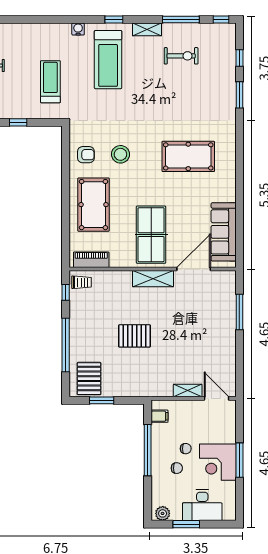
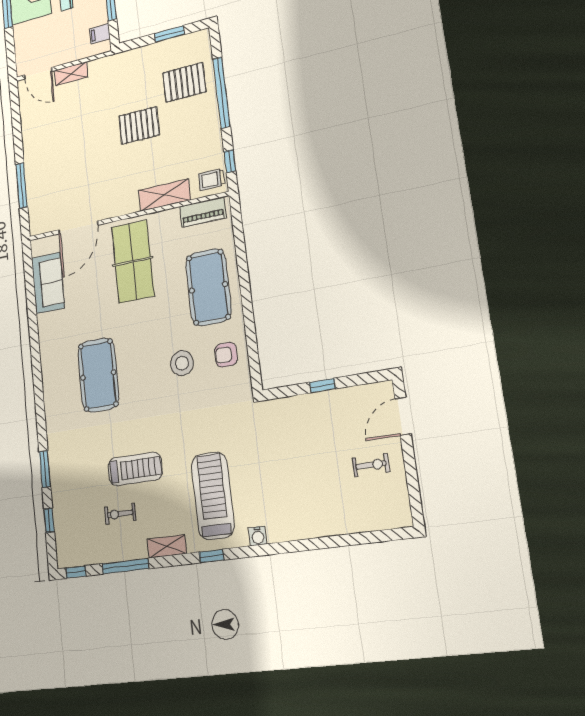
exercise bike: (181, 56) -> (120, 514), width x0.73, depth x0.72
treadmill: (50, 82) -> (135, 469), moved, turned -90
pool table: (188, 156) -> (98, 375), turned 90
sofa: (224, 232) -> (48, 283), width x0.73
shelving: (153, 279) -> (164, 195), moved
pallet: (89, 379) -> (184, 82), moved, turned 90

